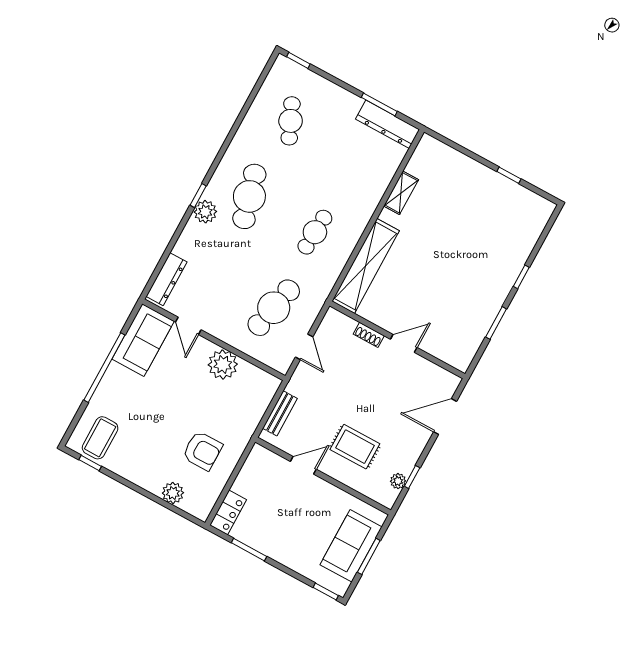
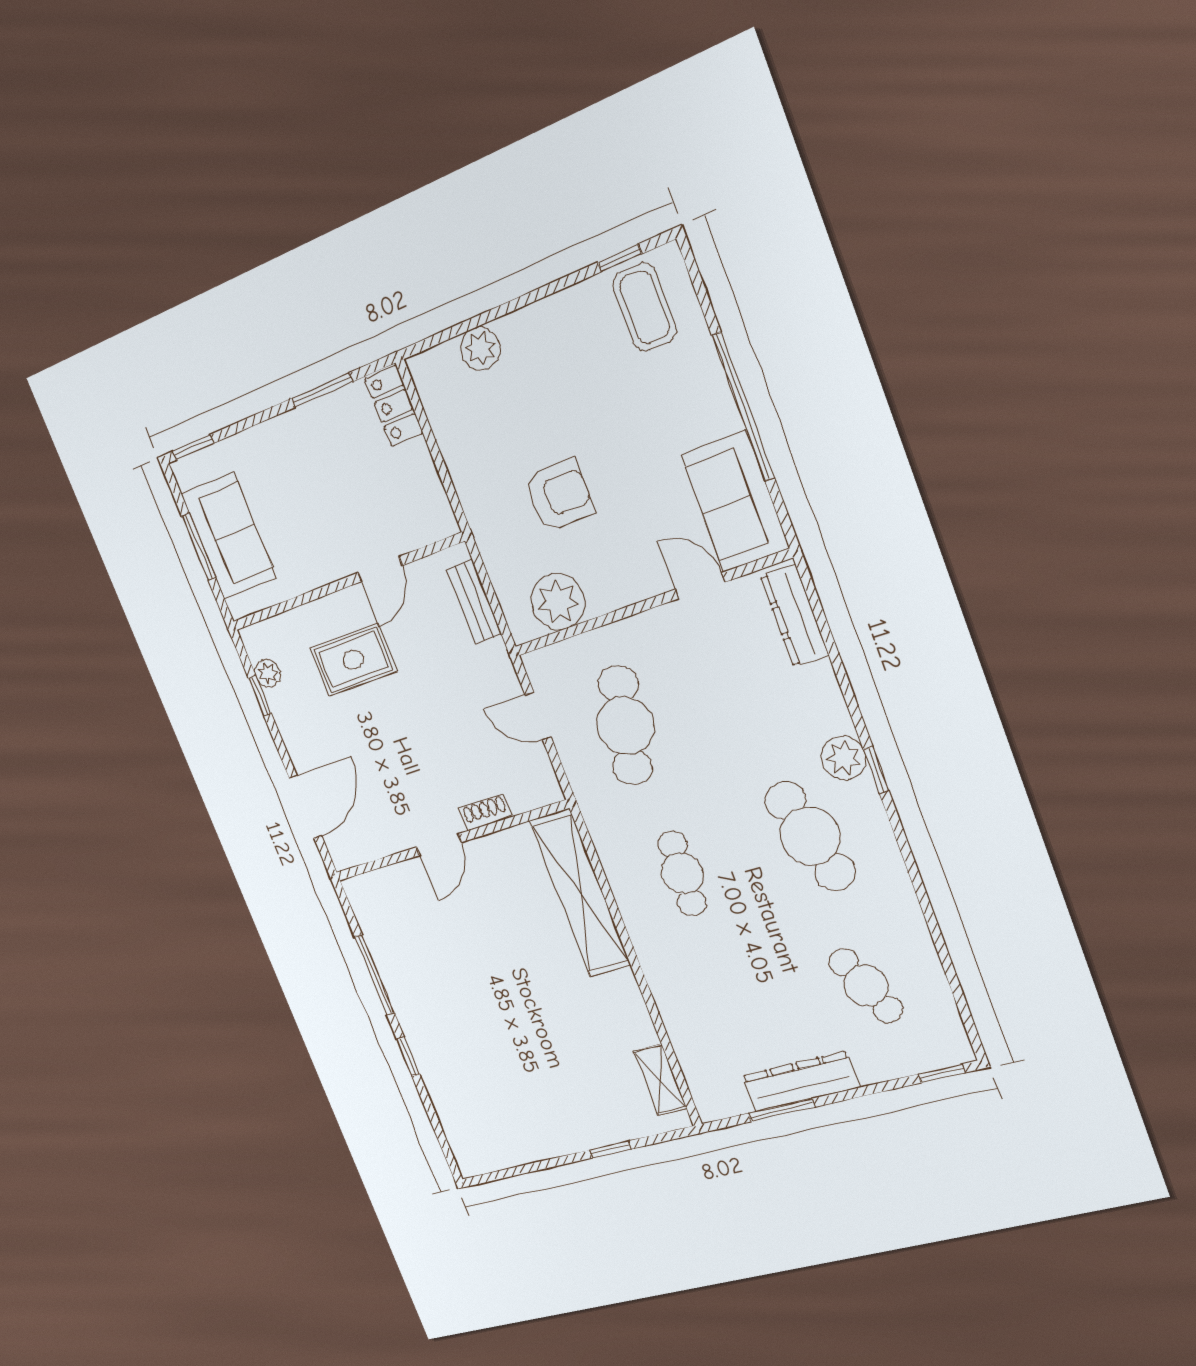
dresser: (388, 124) -> (801, 1082), moved
window: (509, 175) -> (610, 1149), moved
shelving: (401, 193) -> (660, 1080), moved
window: (496, 323) -> (375, 975), width x1.44
plant: (223, 364) -> (558, 602), moved
armchair: (202, 451) -> (559, 495), moved, turned 180

